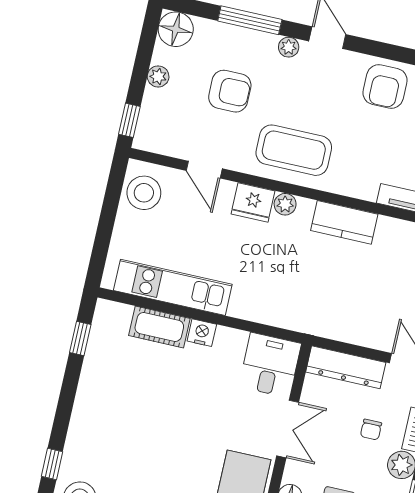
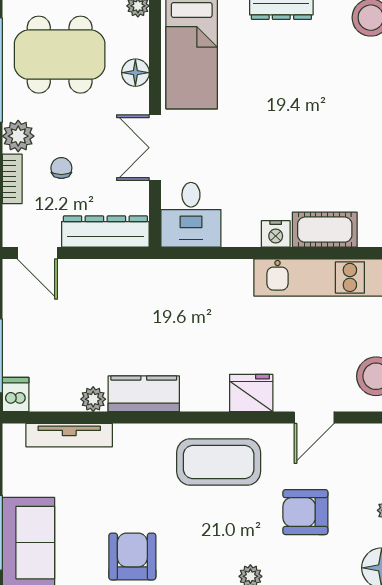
door: (204, 170) -> (314, 418), swing flipped
plant: (285, 204) -> (93, 399), moved

